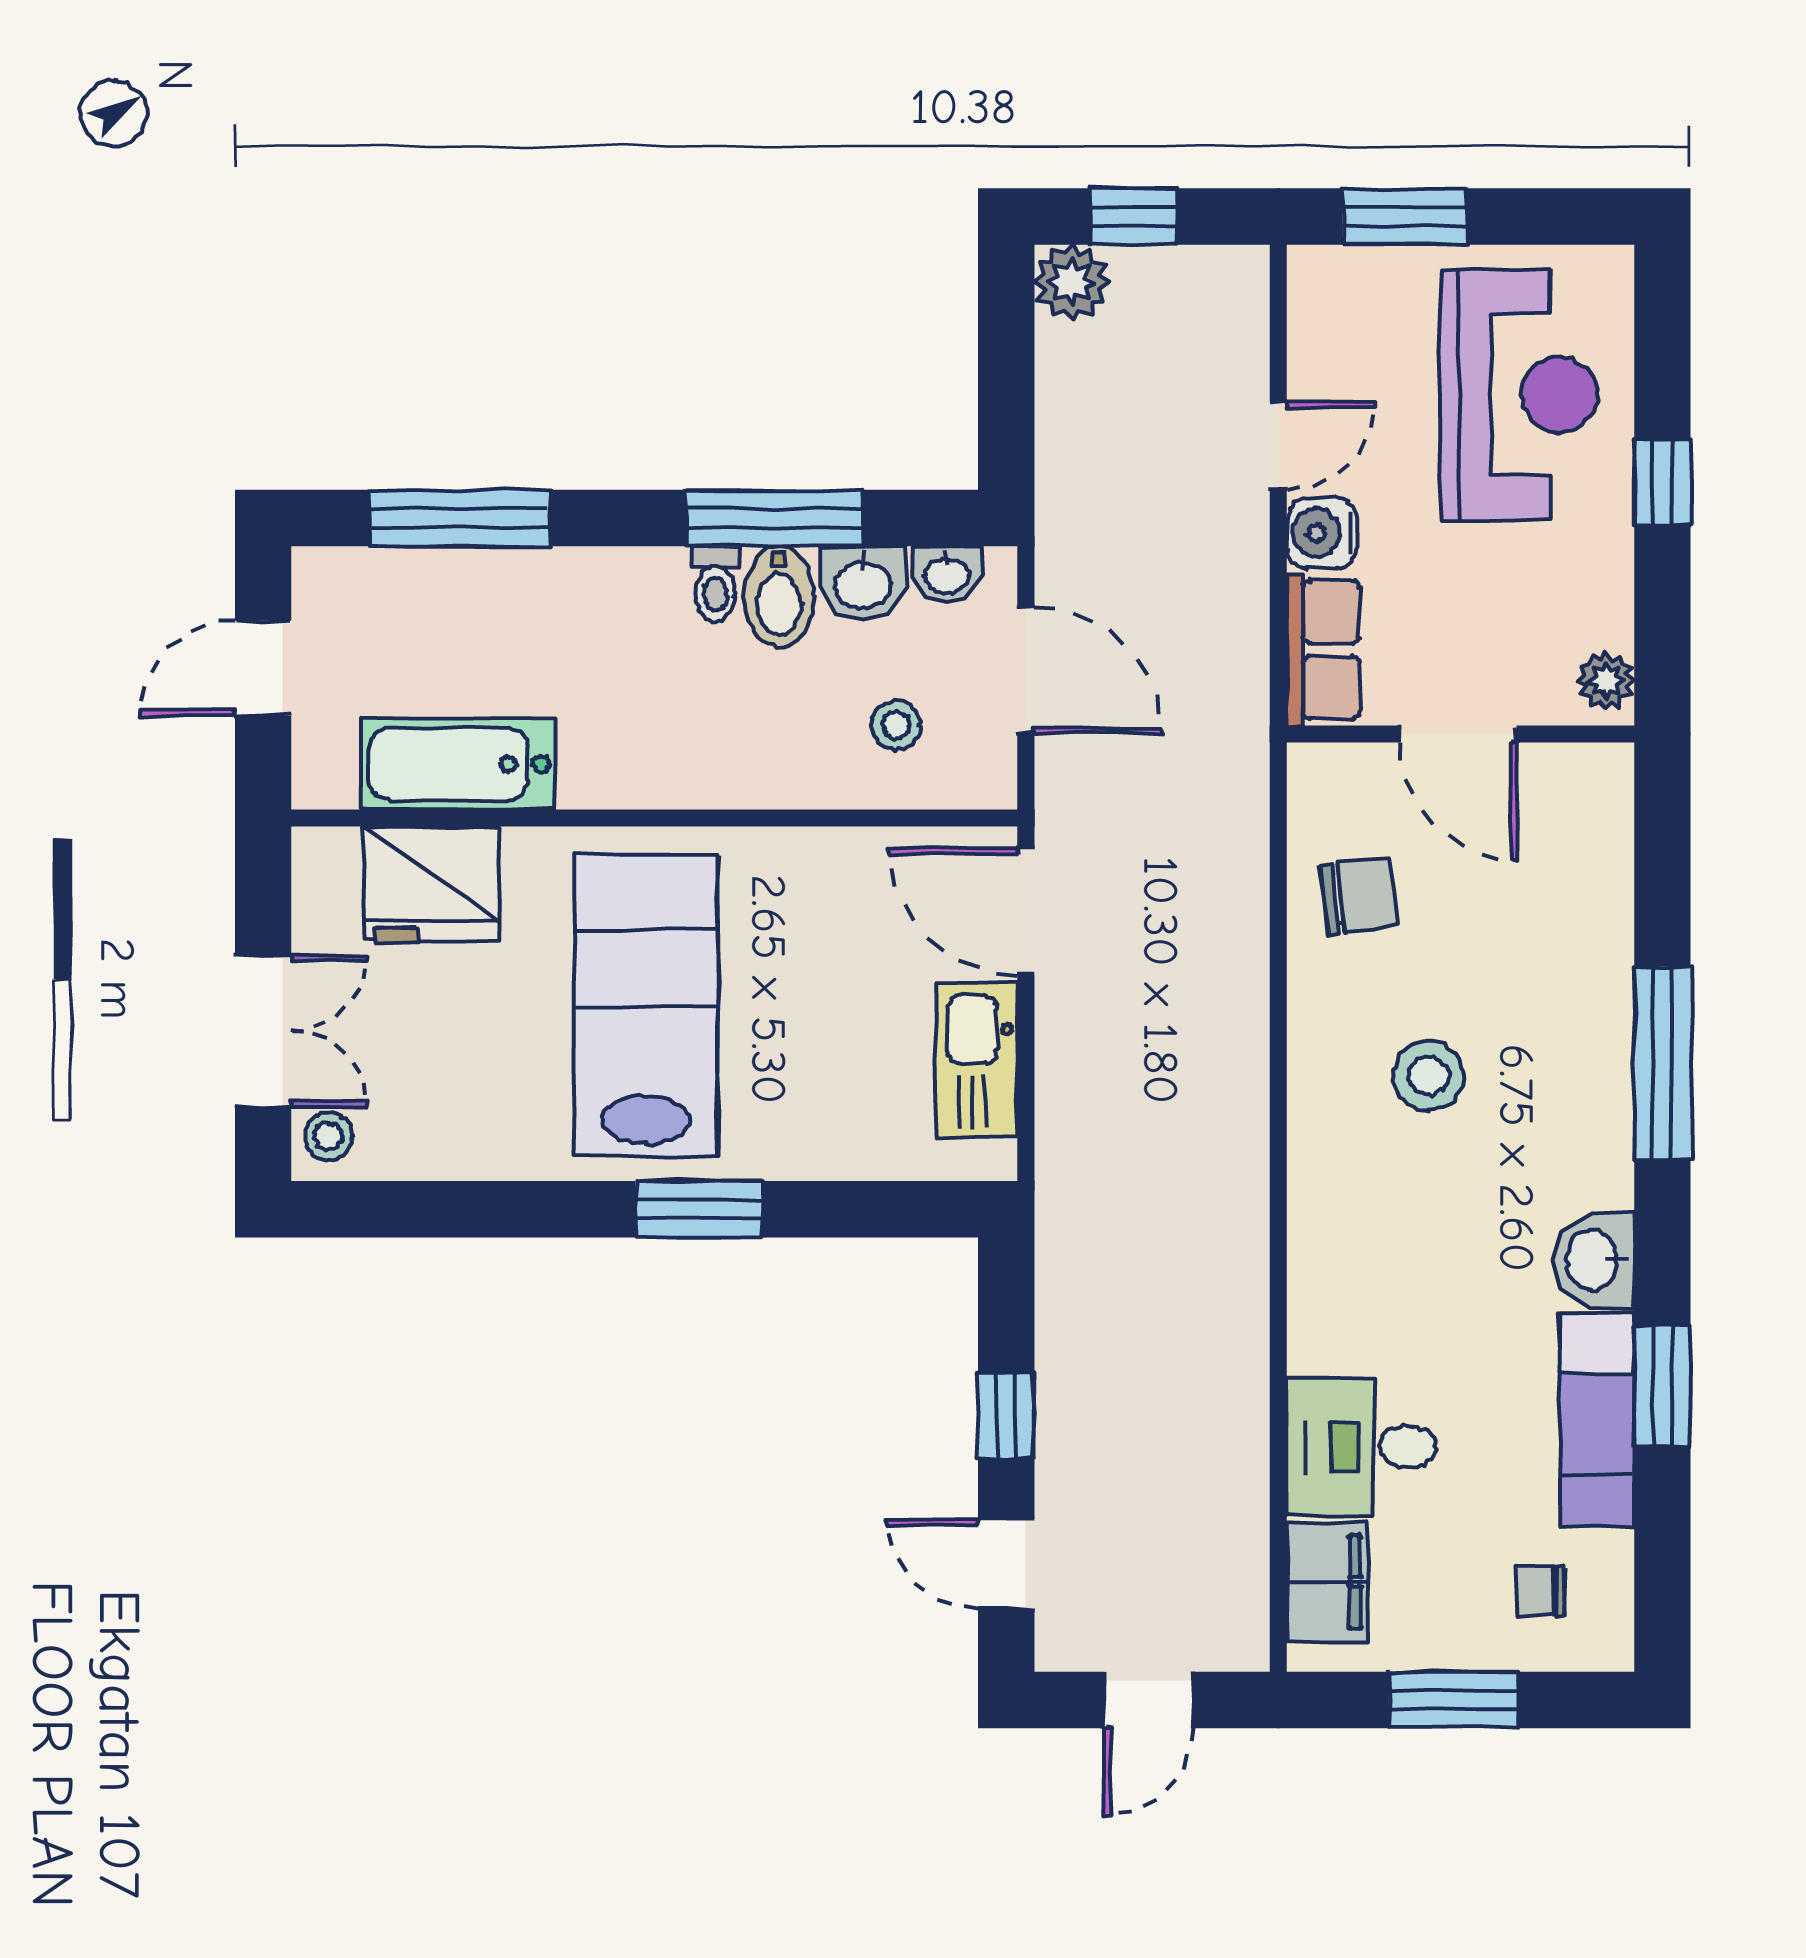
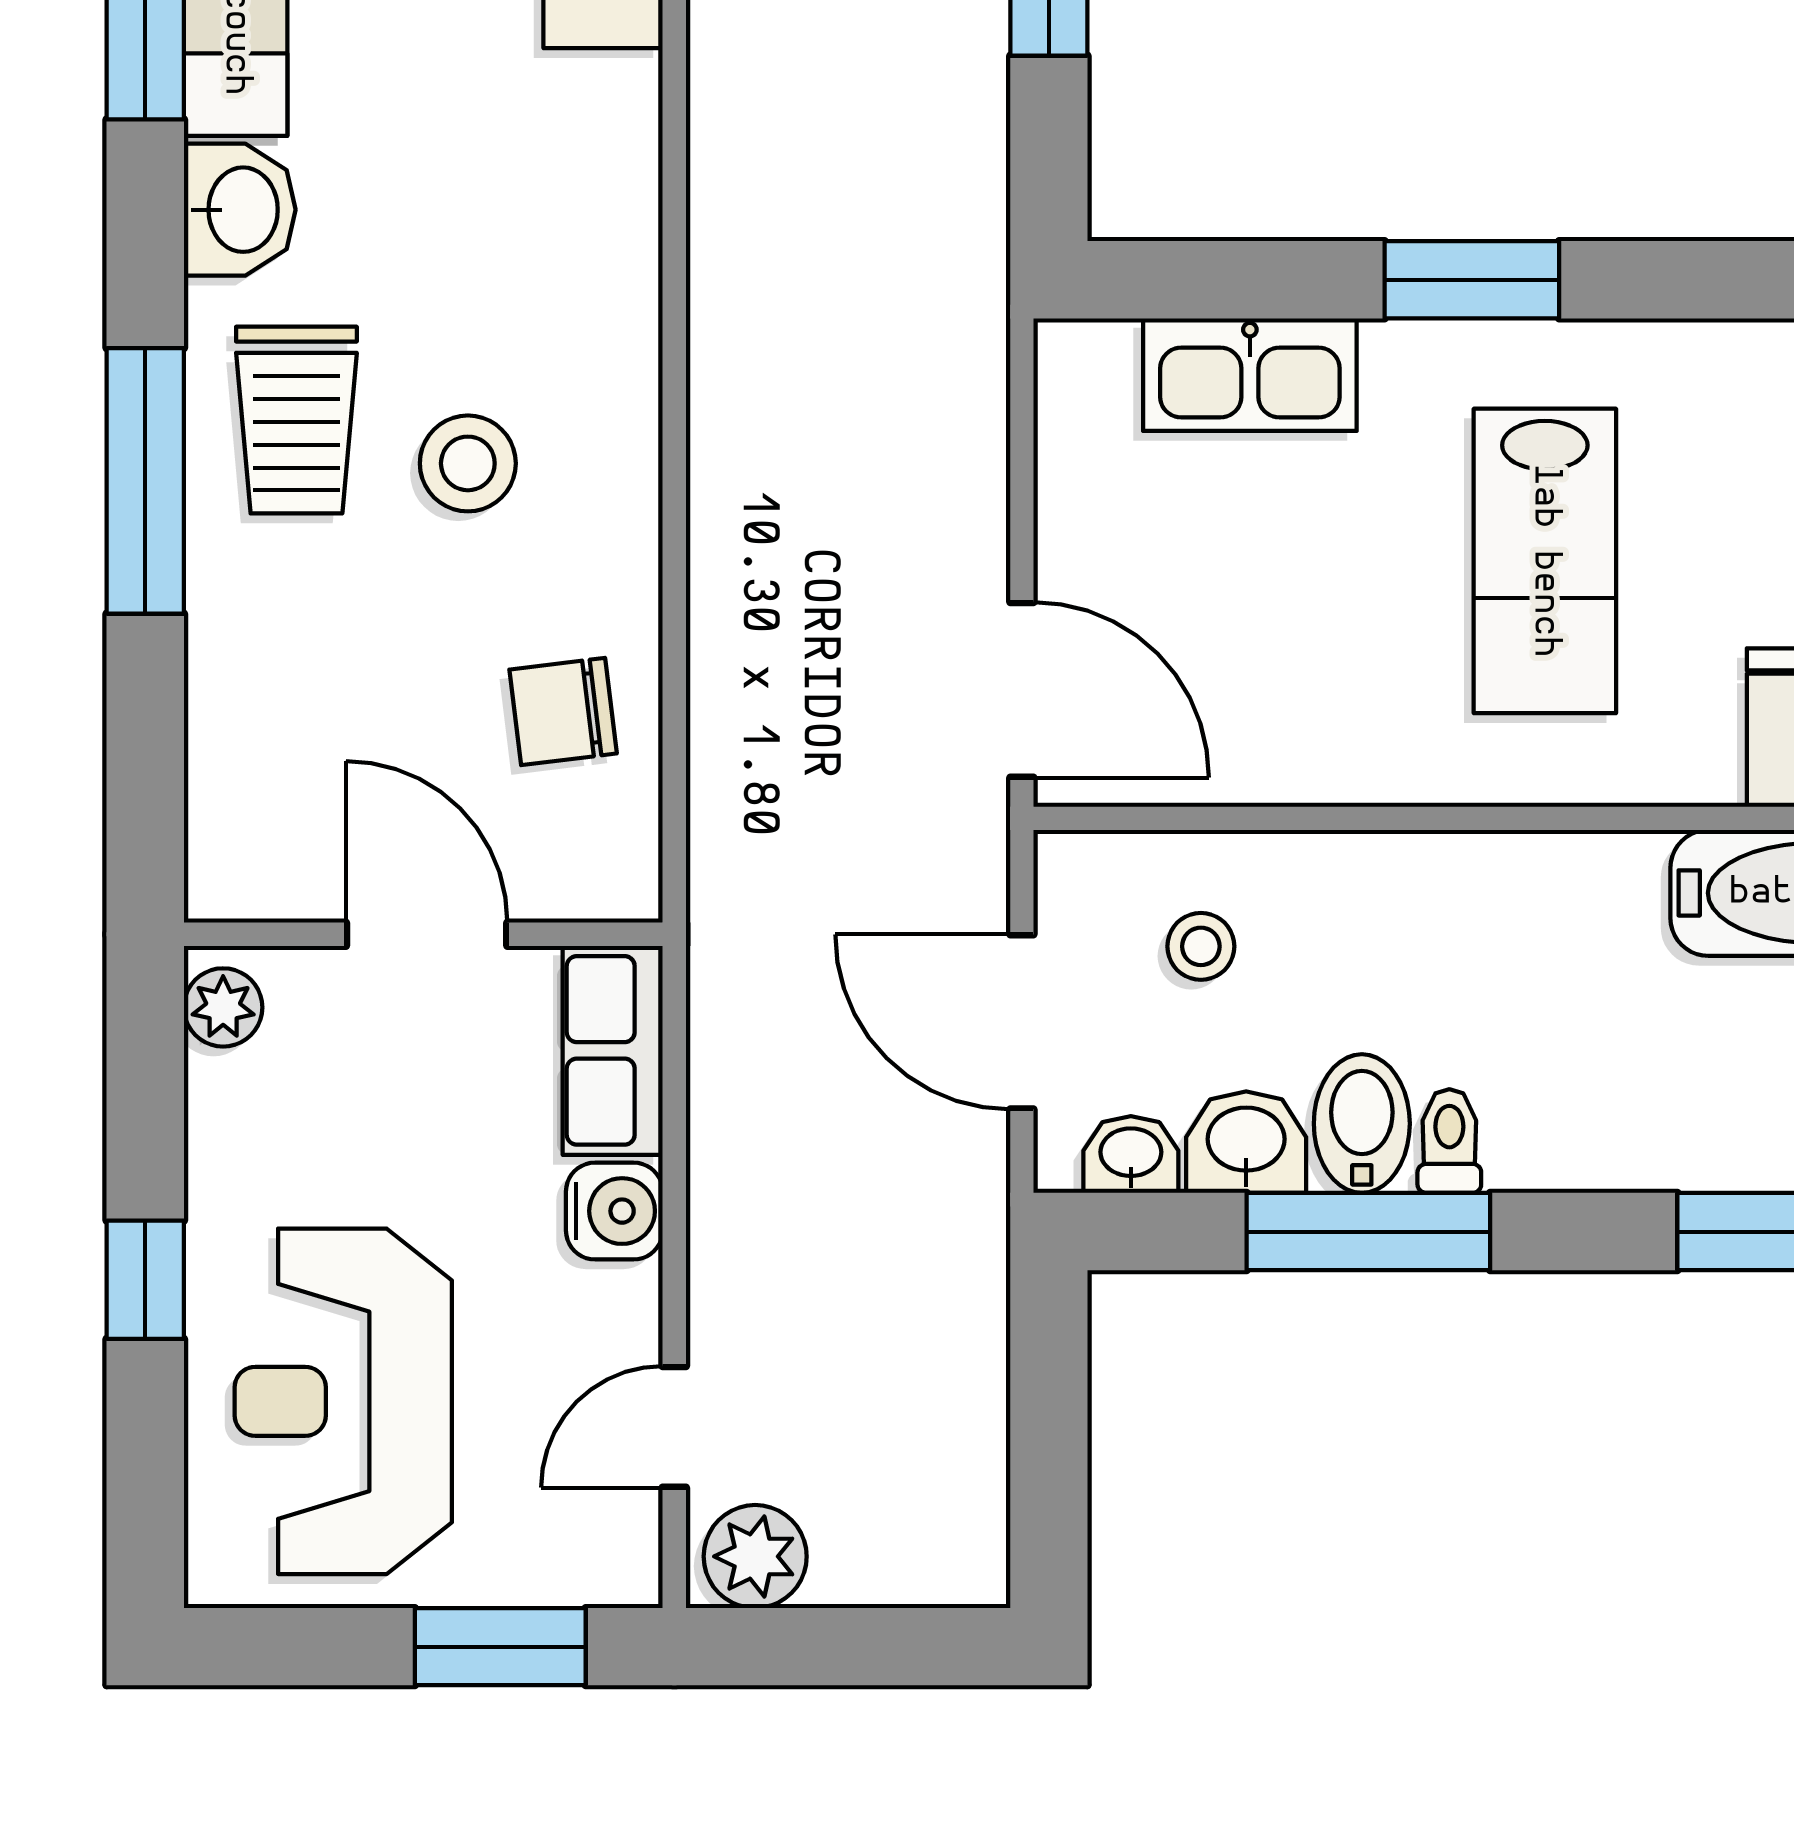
window: (1133, 217) -> (874, 1647), removed
plant: (1072, 282) -> (755, 1556), moved
door: (1278, 446) -> (674, 1427), moved
lab bench: (646, 1005) -> (1545, 561), width x0.73, depth x0.72
kitchen sink: (977, 1060) -> (1250, 375), moved, turned 90
trolley: (1553, 1107) -> (296, 420), added

